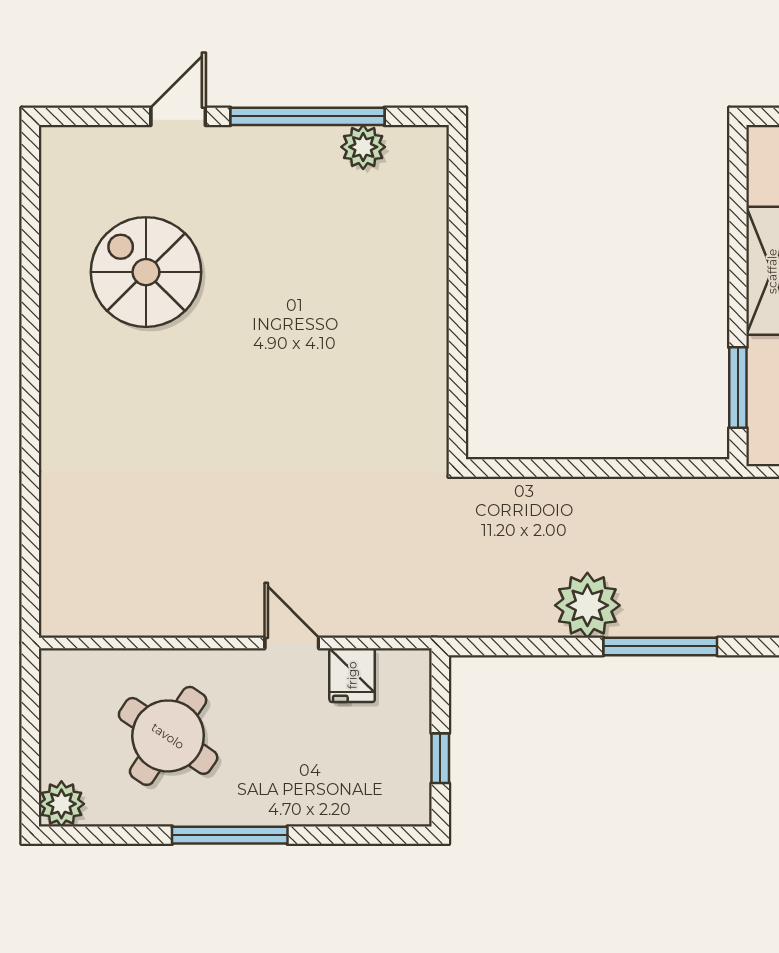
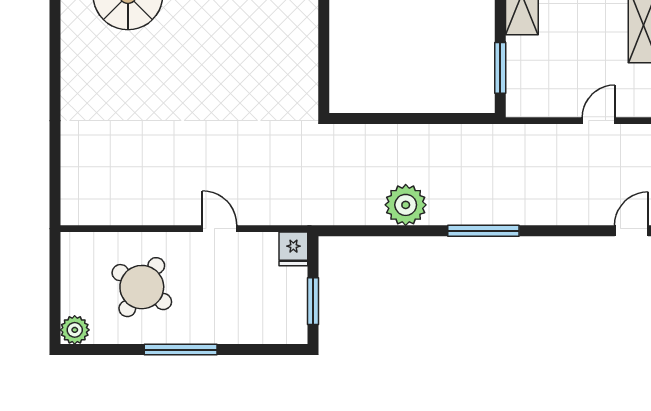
window: (660, 646) -> (483, 231), moved
fridge: (352, 675) -> (293, 249), moved
window: (440, 758) -> (313, 301), width x1.50

